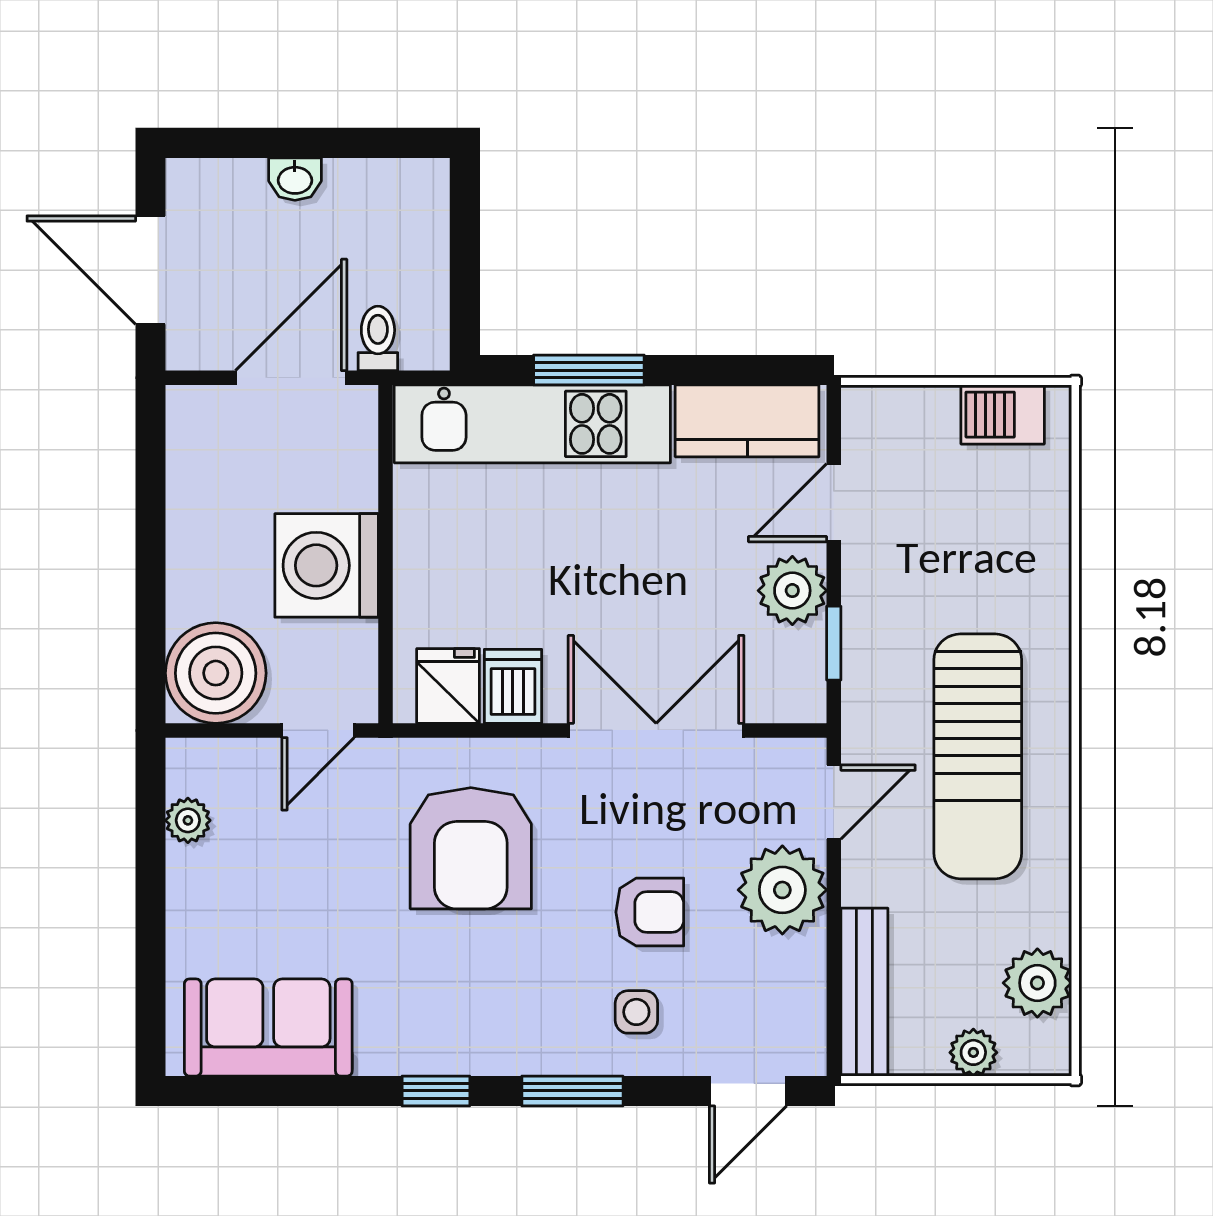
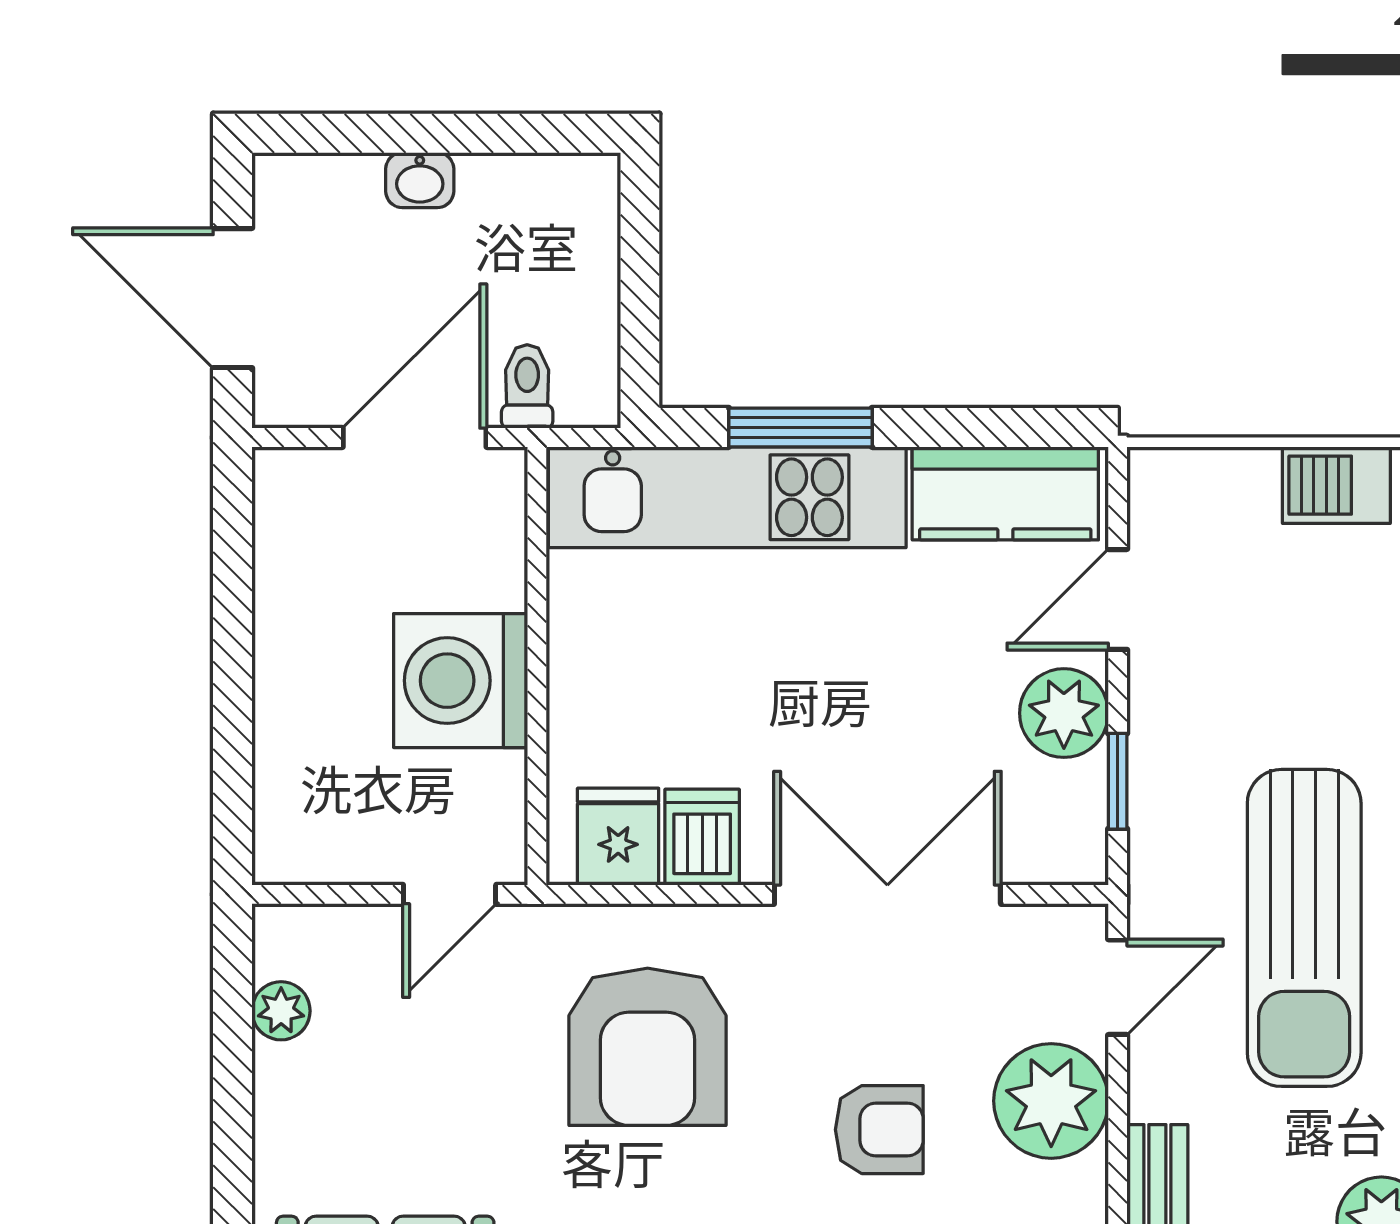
boiler: (216, 673) -> (317, 820), removed

